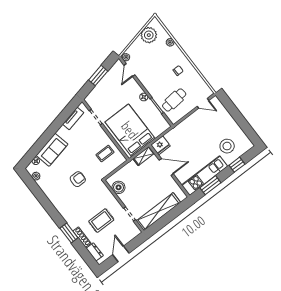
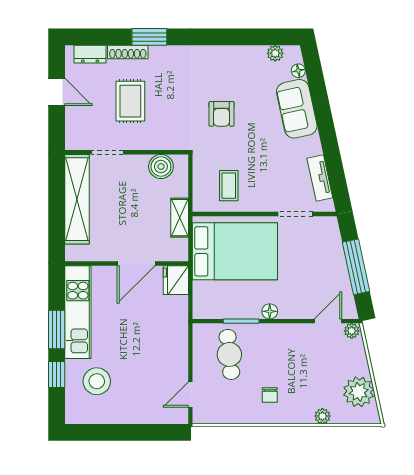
door: (129, 70) -> (328, 321), hinge flipped
window: (98, 76) -> (356, 267), width x1.44
shelving: (144, 156) -> (180, 218), moved
window: (210, 185) -> (57, 329), moved

